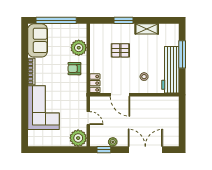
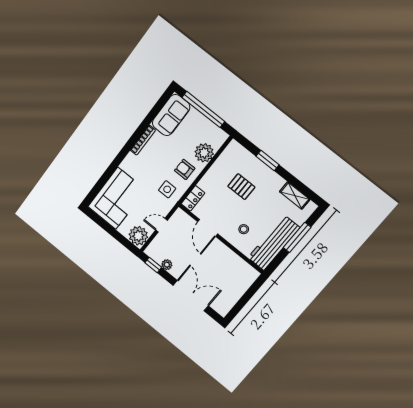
shelving: (147, 29) -> (295, 196), moved
side table: (73, 91) -> (167, 189), added
corner sofa: (44, 108) -> (117, 198), moved
door: (88, 118) -> (161, 225), swing flipped

